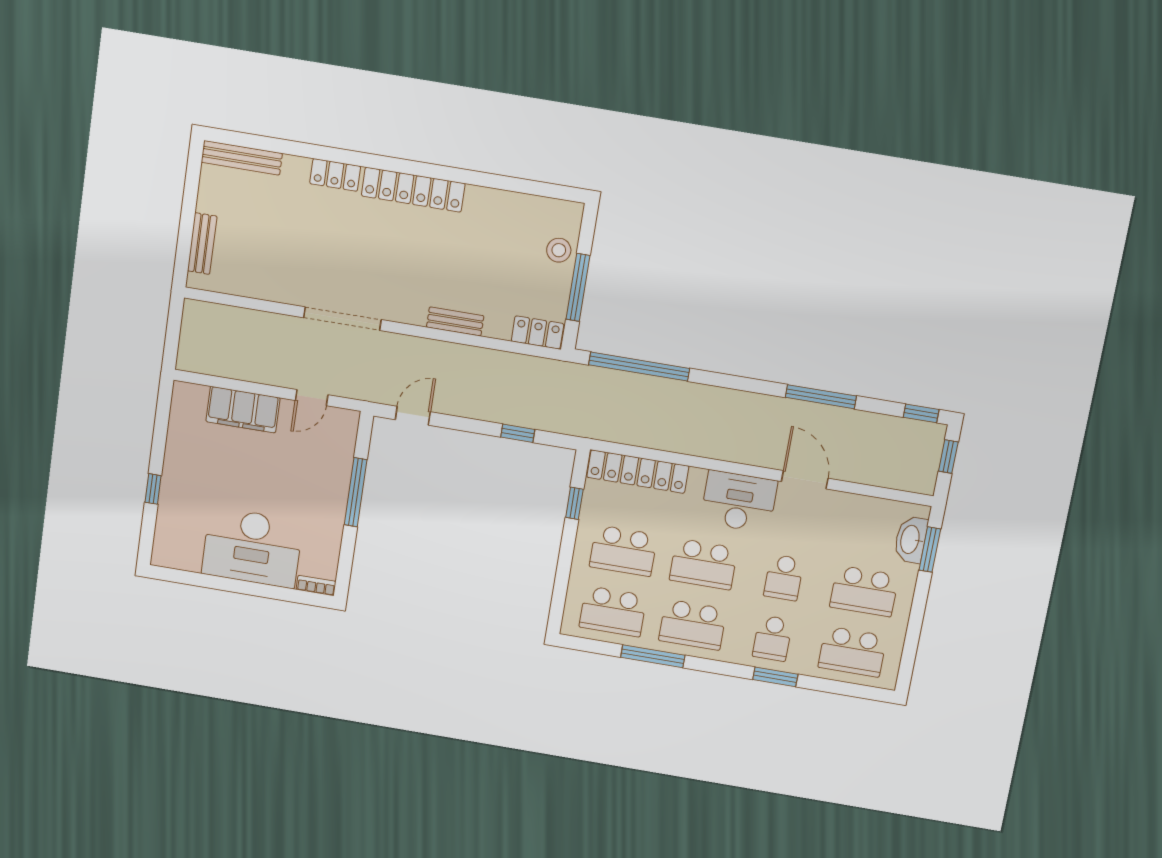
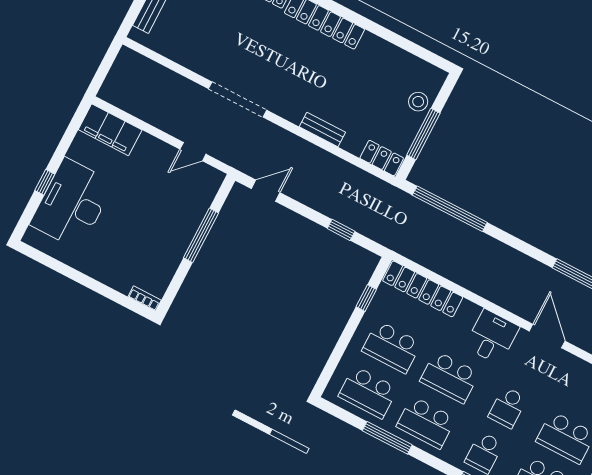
filing cabinet: (243, 410) -> (110, 130), moved
desk: (739, 502) -> (492, 337), width x0.73
desk: (252, 547) -> (72, 204), moved, turned 90

